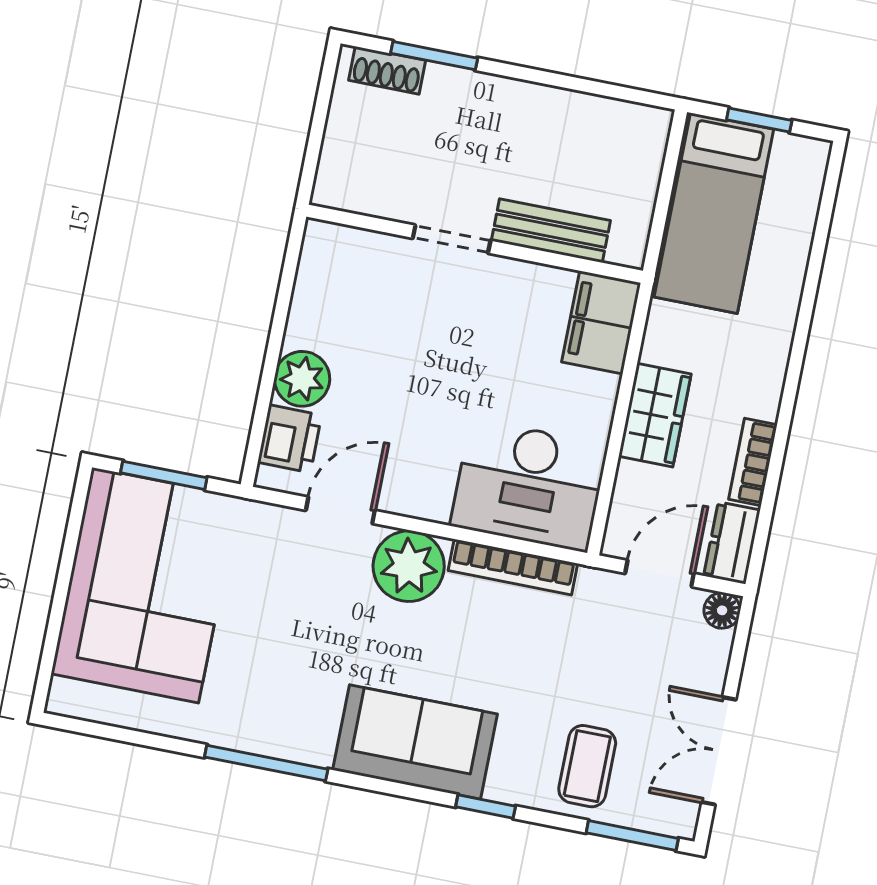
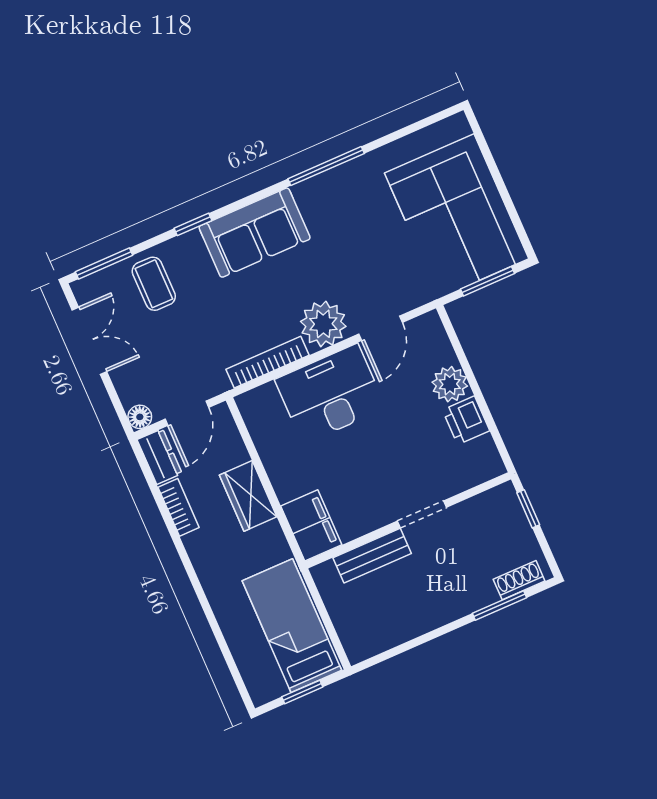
window: (313, 152) -> (528, 509), added
printer: (290, 439) -> (466, 420), moved
desk: (529, 485) -> (330, 394), moved

